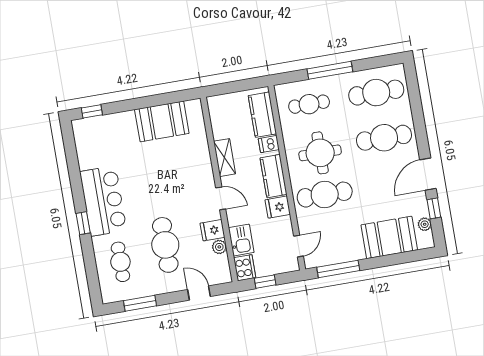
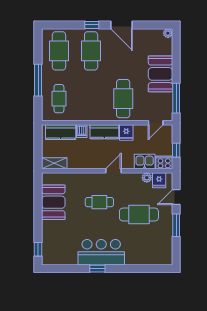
round table: (320, 153) -> (94, 97), removed
shelving: (224, 158) -> (54, 163), moved
window: (434, 208) -> (92, 25), moved
window: (83, 223) -> (97, 269), moved
plant: (425, 224) -> (168, 33), moved
fridge: (212, 230) -> (159, 180), moved
booth: (389, 237) -> (160, 74), moved
door: (299, 246) -> (156, 123), swing flipped
cafe table: (120, 262) -> (99, 202), moved
window: (140, 303) -> (176, 225), moved

